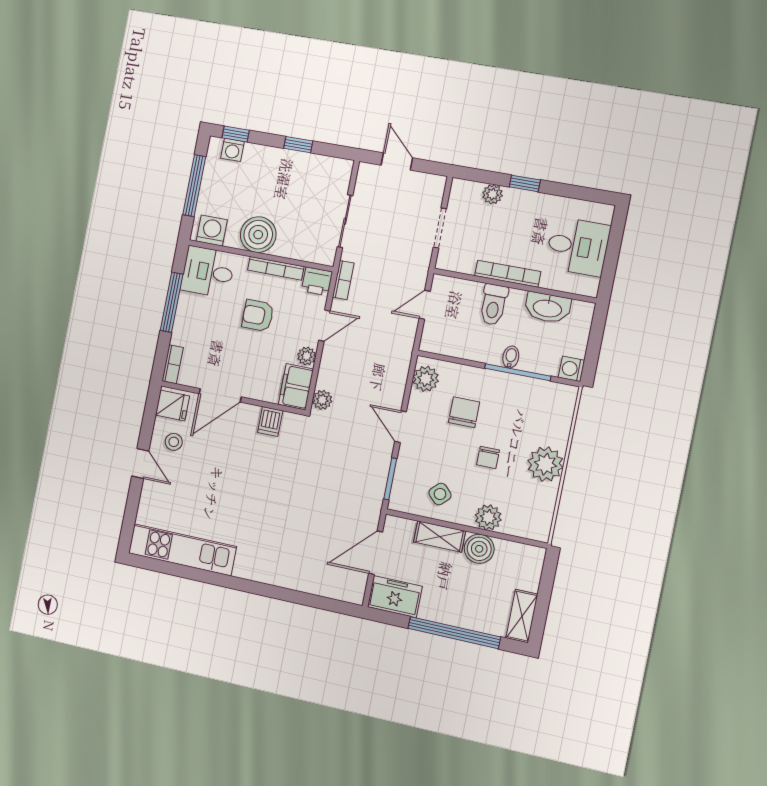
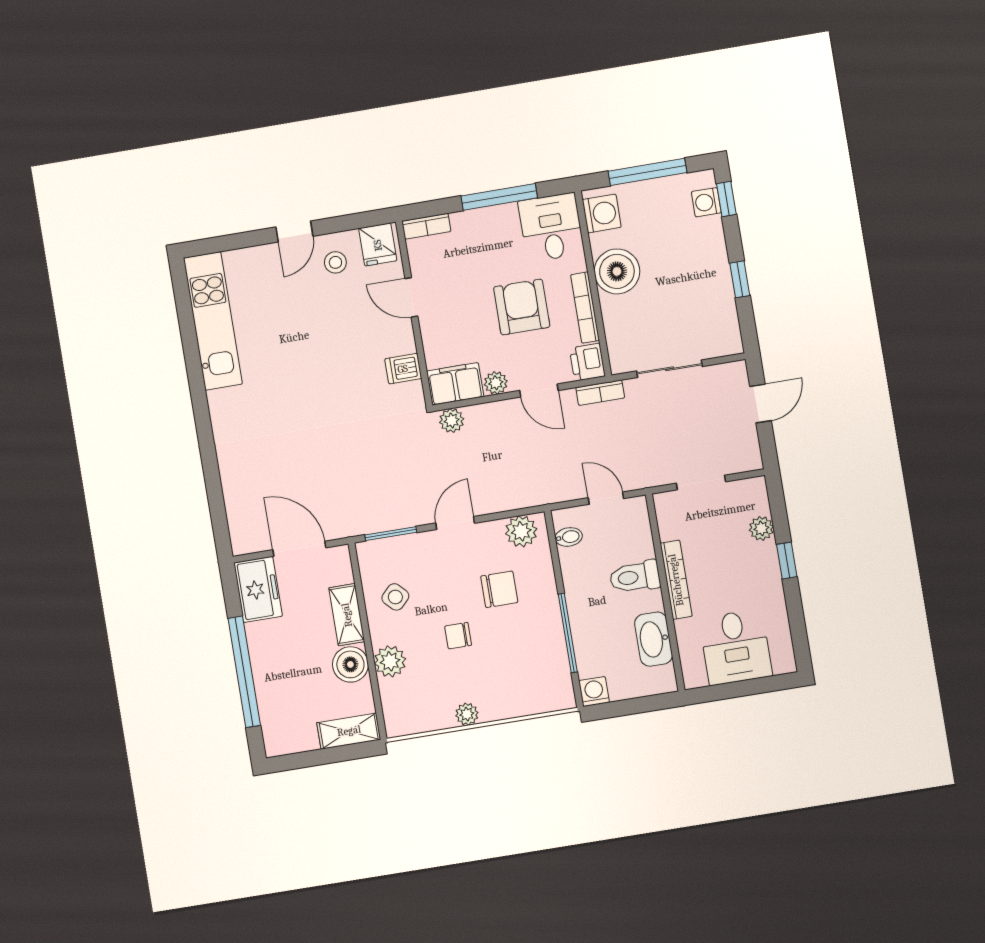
armchair: (258, 316) -> (522, 307), width x1.38, depth x1.38
bidet: (511, 357) -> (569, 537), moved
door: (220, 395) -> (411, 297), width x0.73
plant: (545, 464) -> (467, 714), width x0.53, depth x0.53
shelving: (522, 616) -> (349, 731), moved

